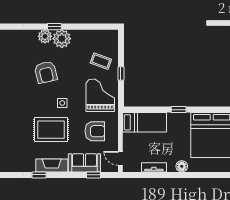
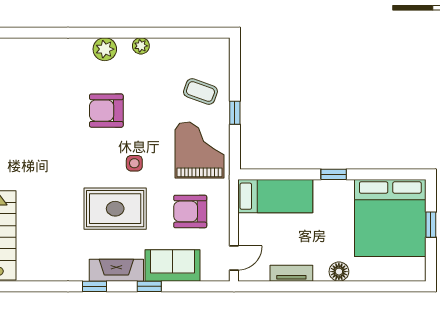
window: (54, 27) -> (121, 33), removed
plant: (62, 39) -> (141, 46), width x0.53, depth x0.53
armchair: (46, 72) -> (106, 111), turned 103
armchair: (95, 131) -> (190, 211), turned 180
door: (120, 158) -> (234, 258), swing flipped
window: (93, 175) -> (149, 286), moved

